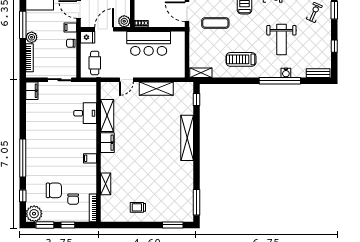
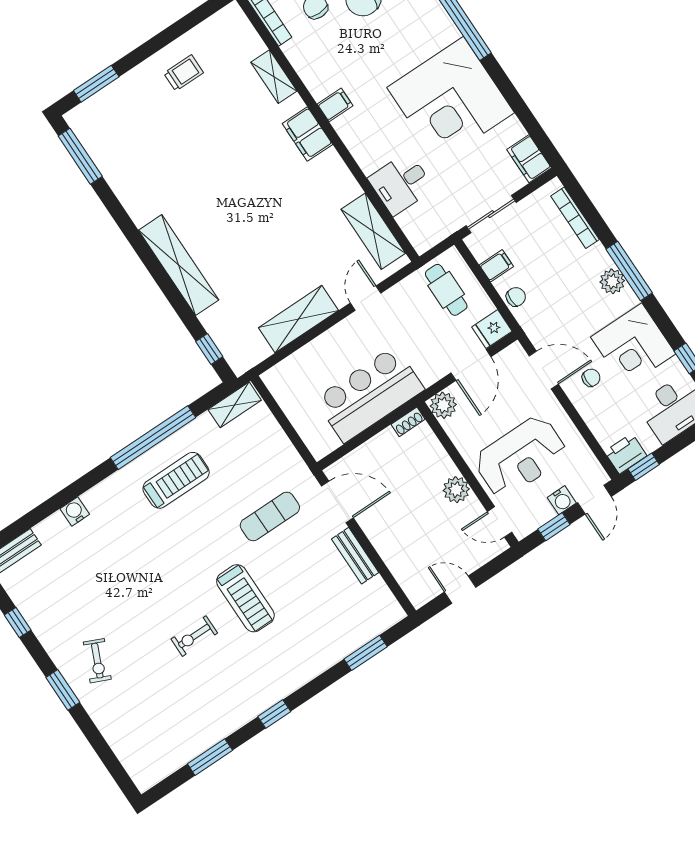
filing cabinet: (70, 27) -> (496, 266), moved
plant: (32, 37) -> (612, 281), moved
weight bench: (281, 40) -> (125, 568), removed
window: (280, 81) -> (153, 438), moved
shelving: (107, 116) -> (373, 231), moved
corner desk: (46, 132) -> (451, 100), added
filing cabinet: (107, 143) -> (307, 134), moved

